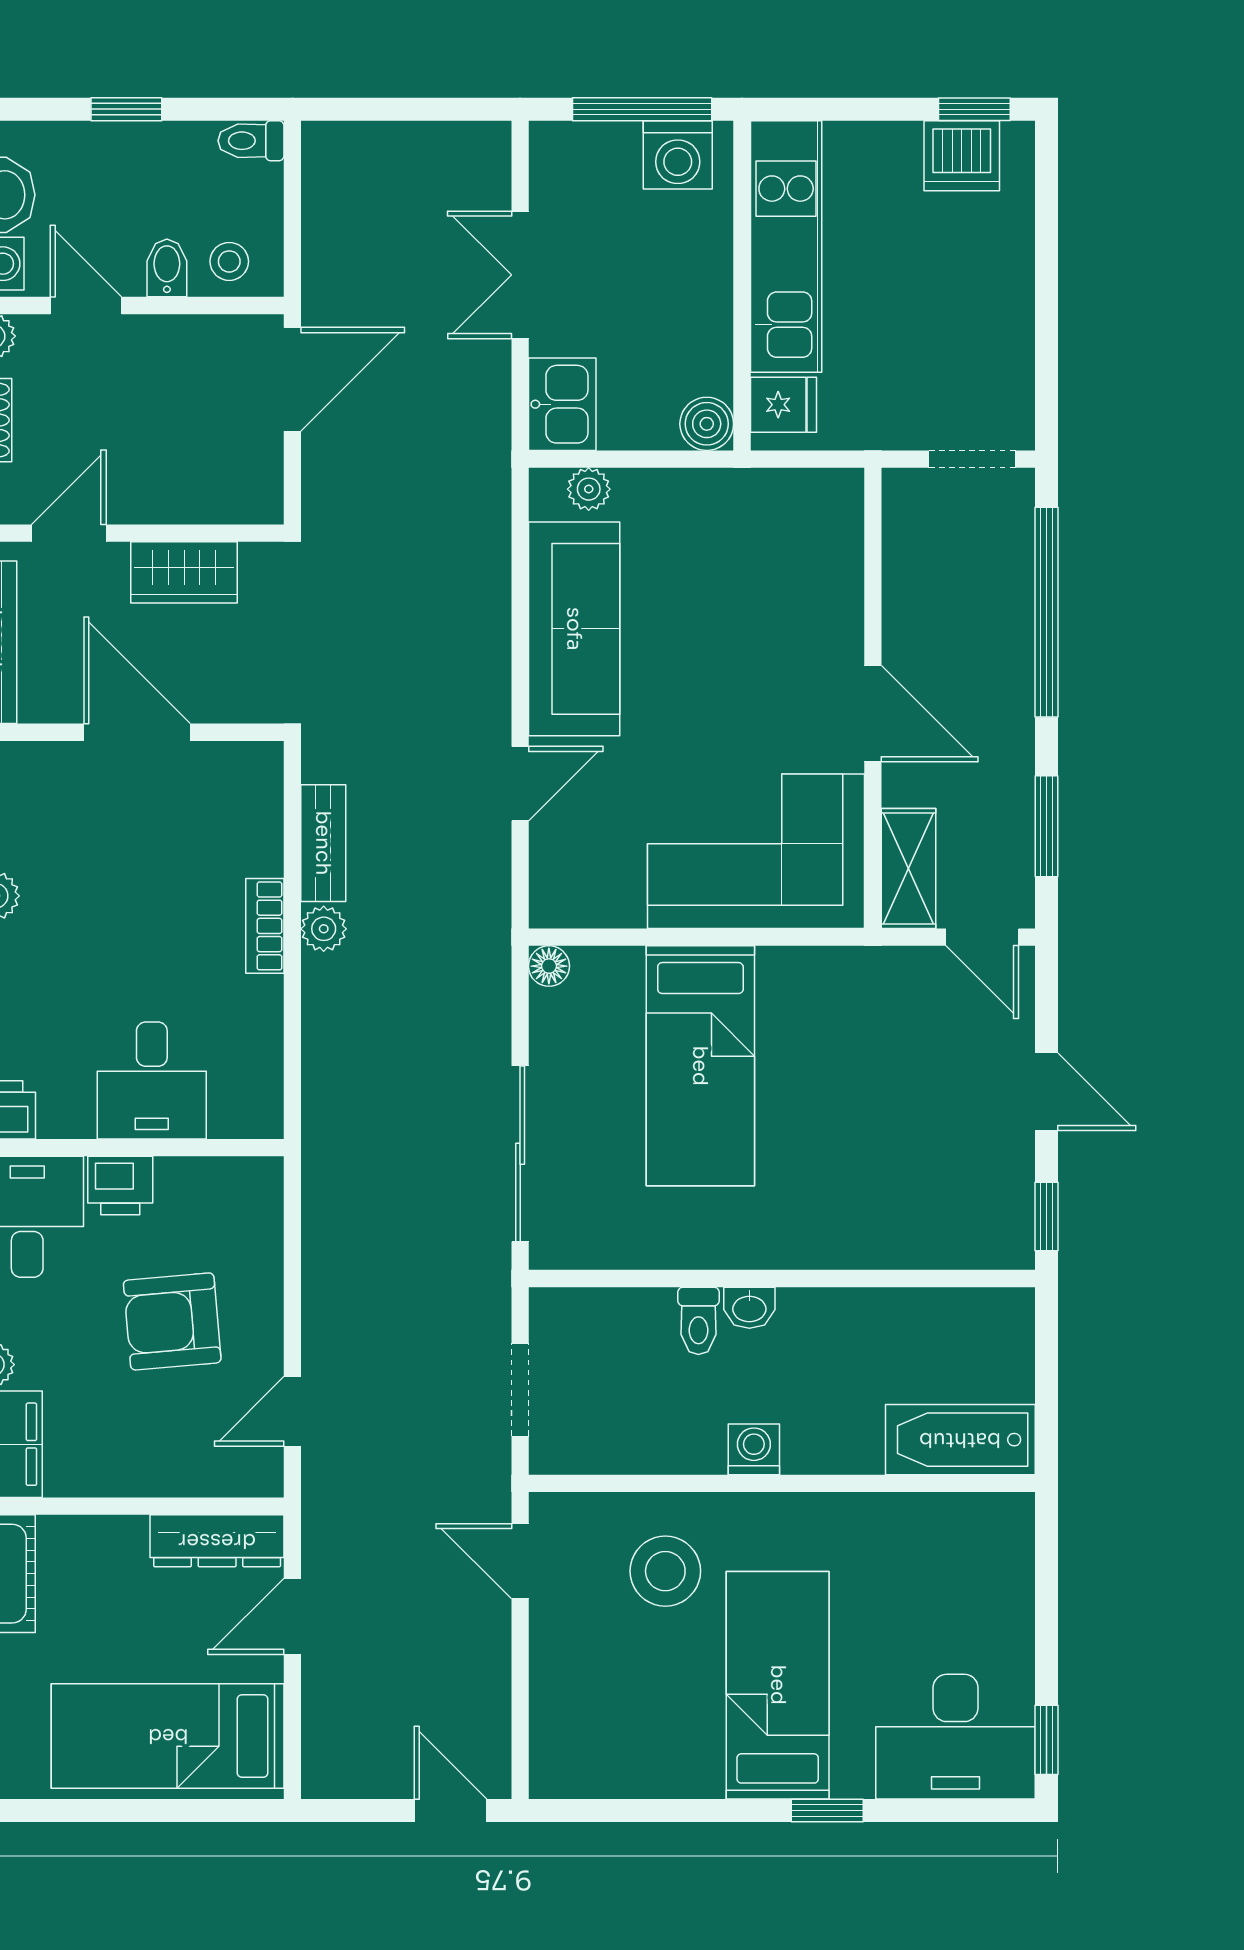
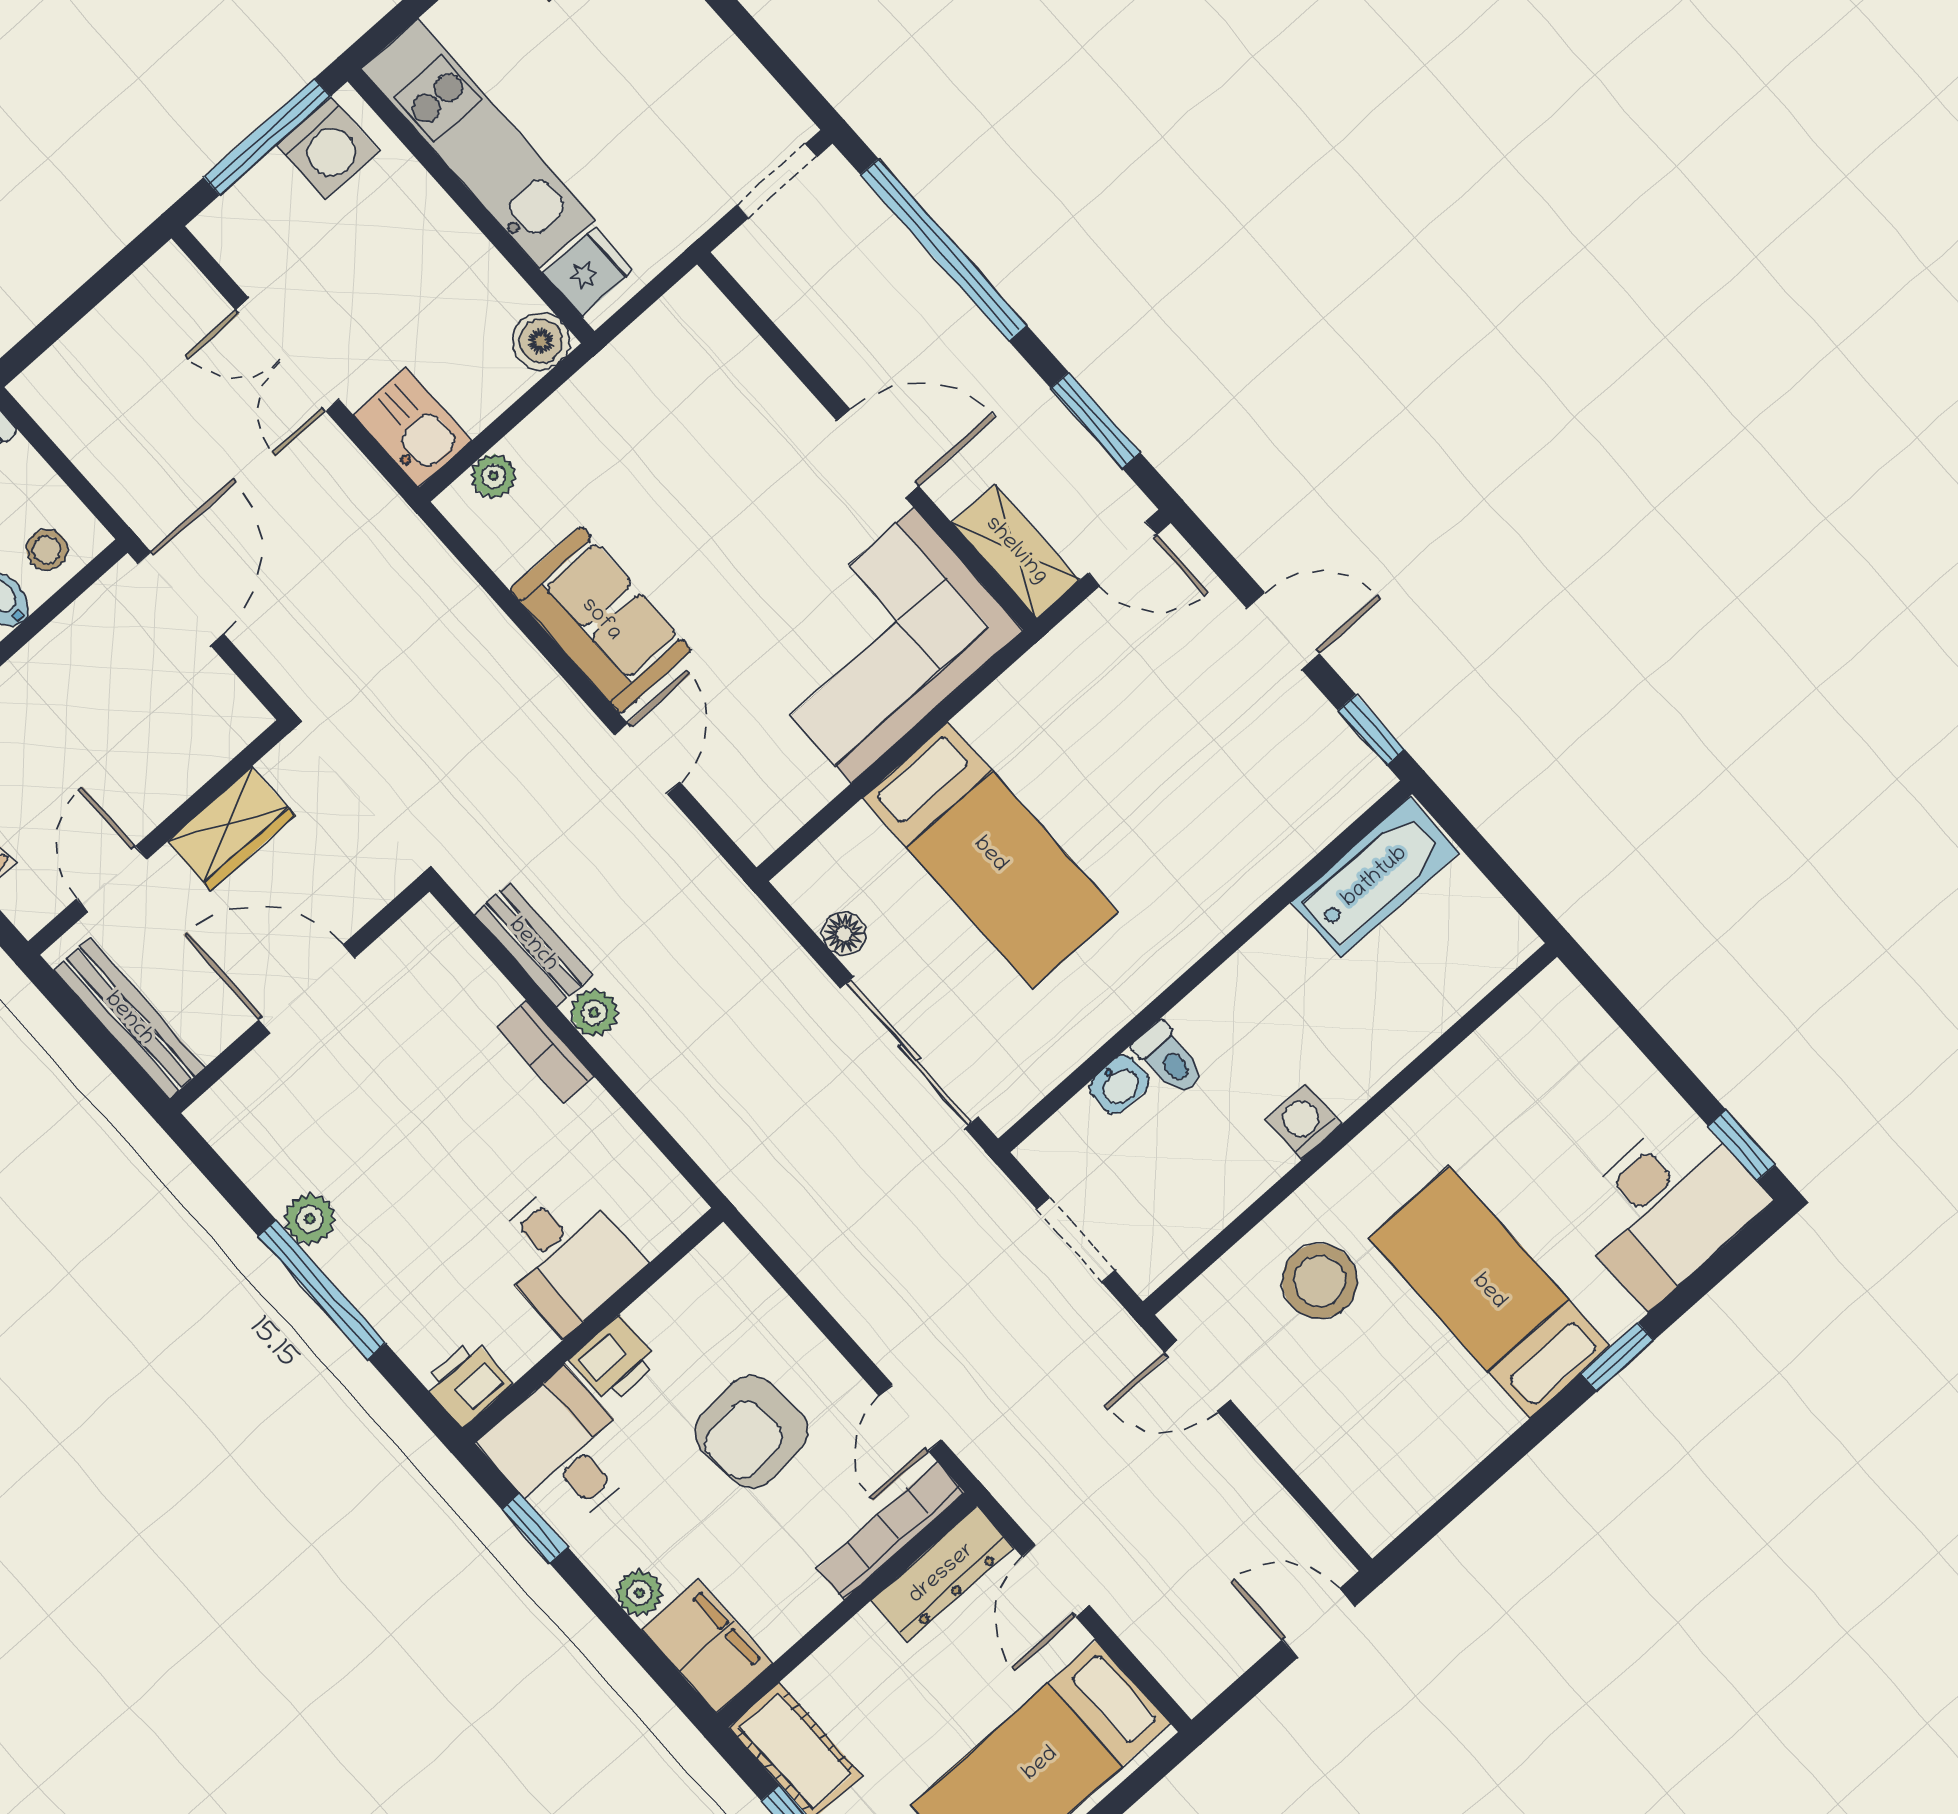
sofa: (574, 629) -> (601, 620), width x0.73
floor lamp: (549, 966) -> (844, 933), moved
washbasin: (749, 1308) -> (1119, 1084), moved
bathtub: (960, 1440) -> (1375, 877), moved, turned 180
bookcase: (208, 1478) -> (891, 1531), added

